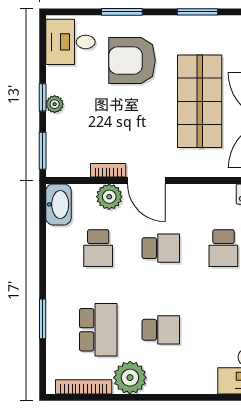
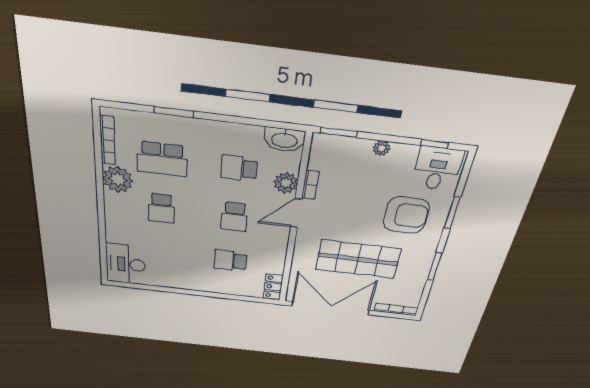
armchair: (132, 60) -> (406, 215), turned 90
window: (43, 97) -> (434, 144), moved

